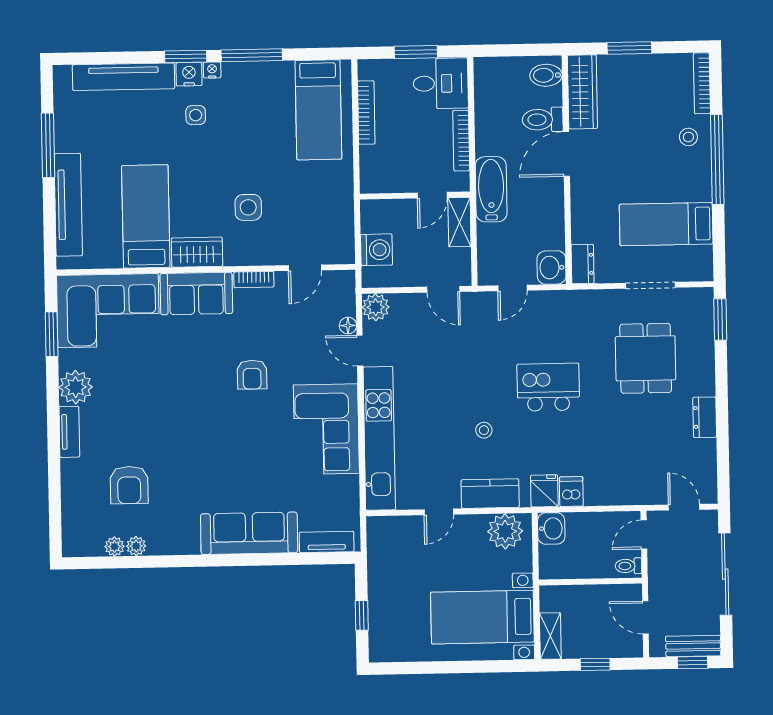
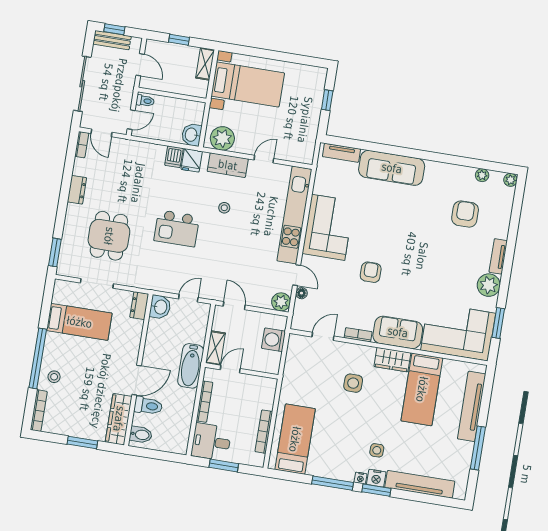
bookcase: (710, 485) -> (82, 145), added
plant: (136, 546) -> (511, 180), moved

